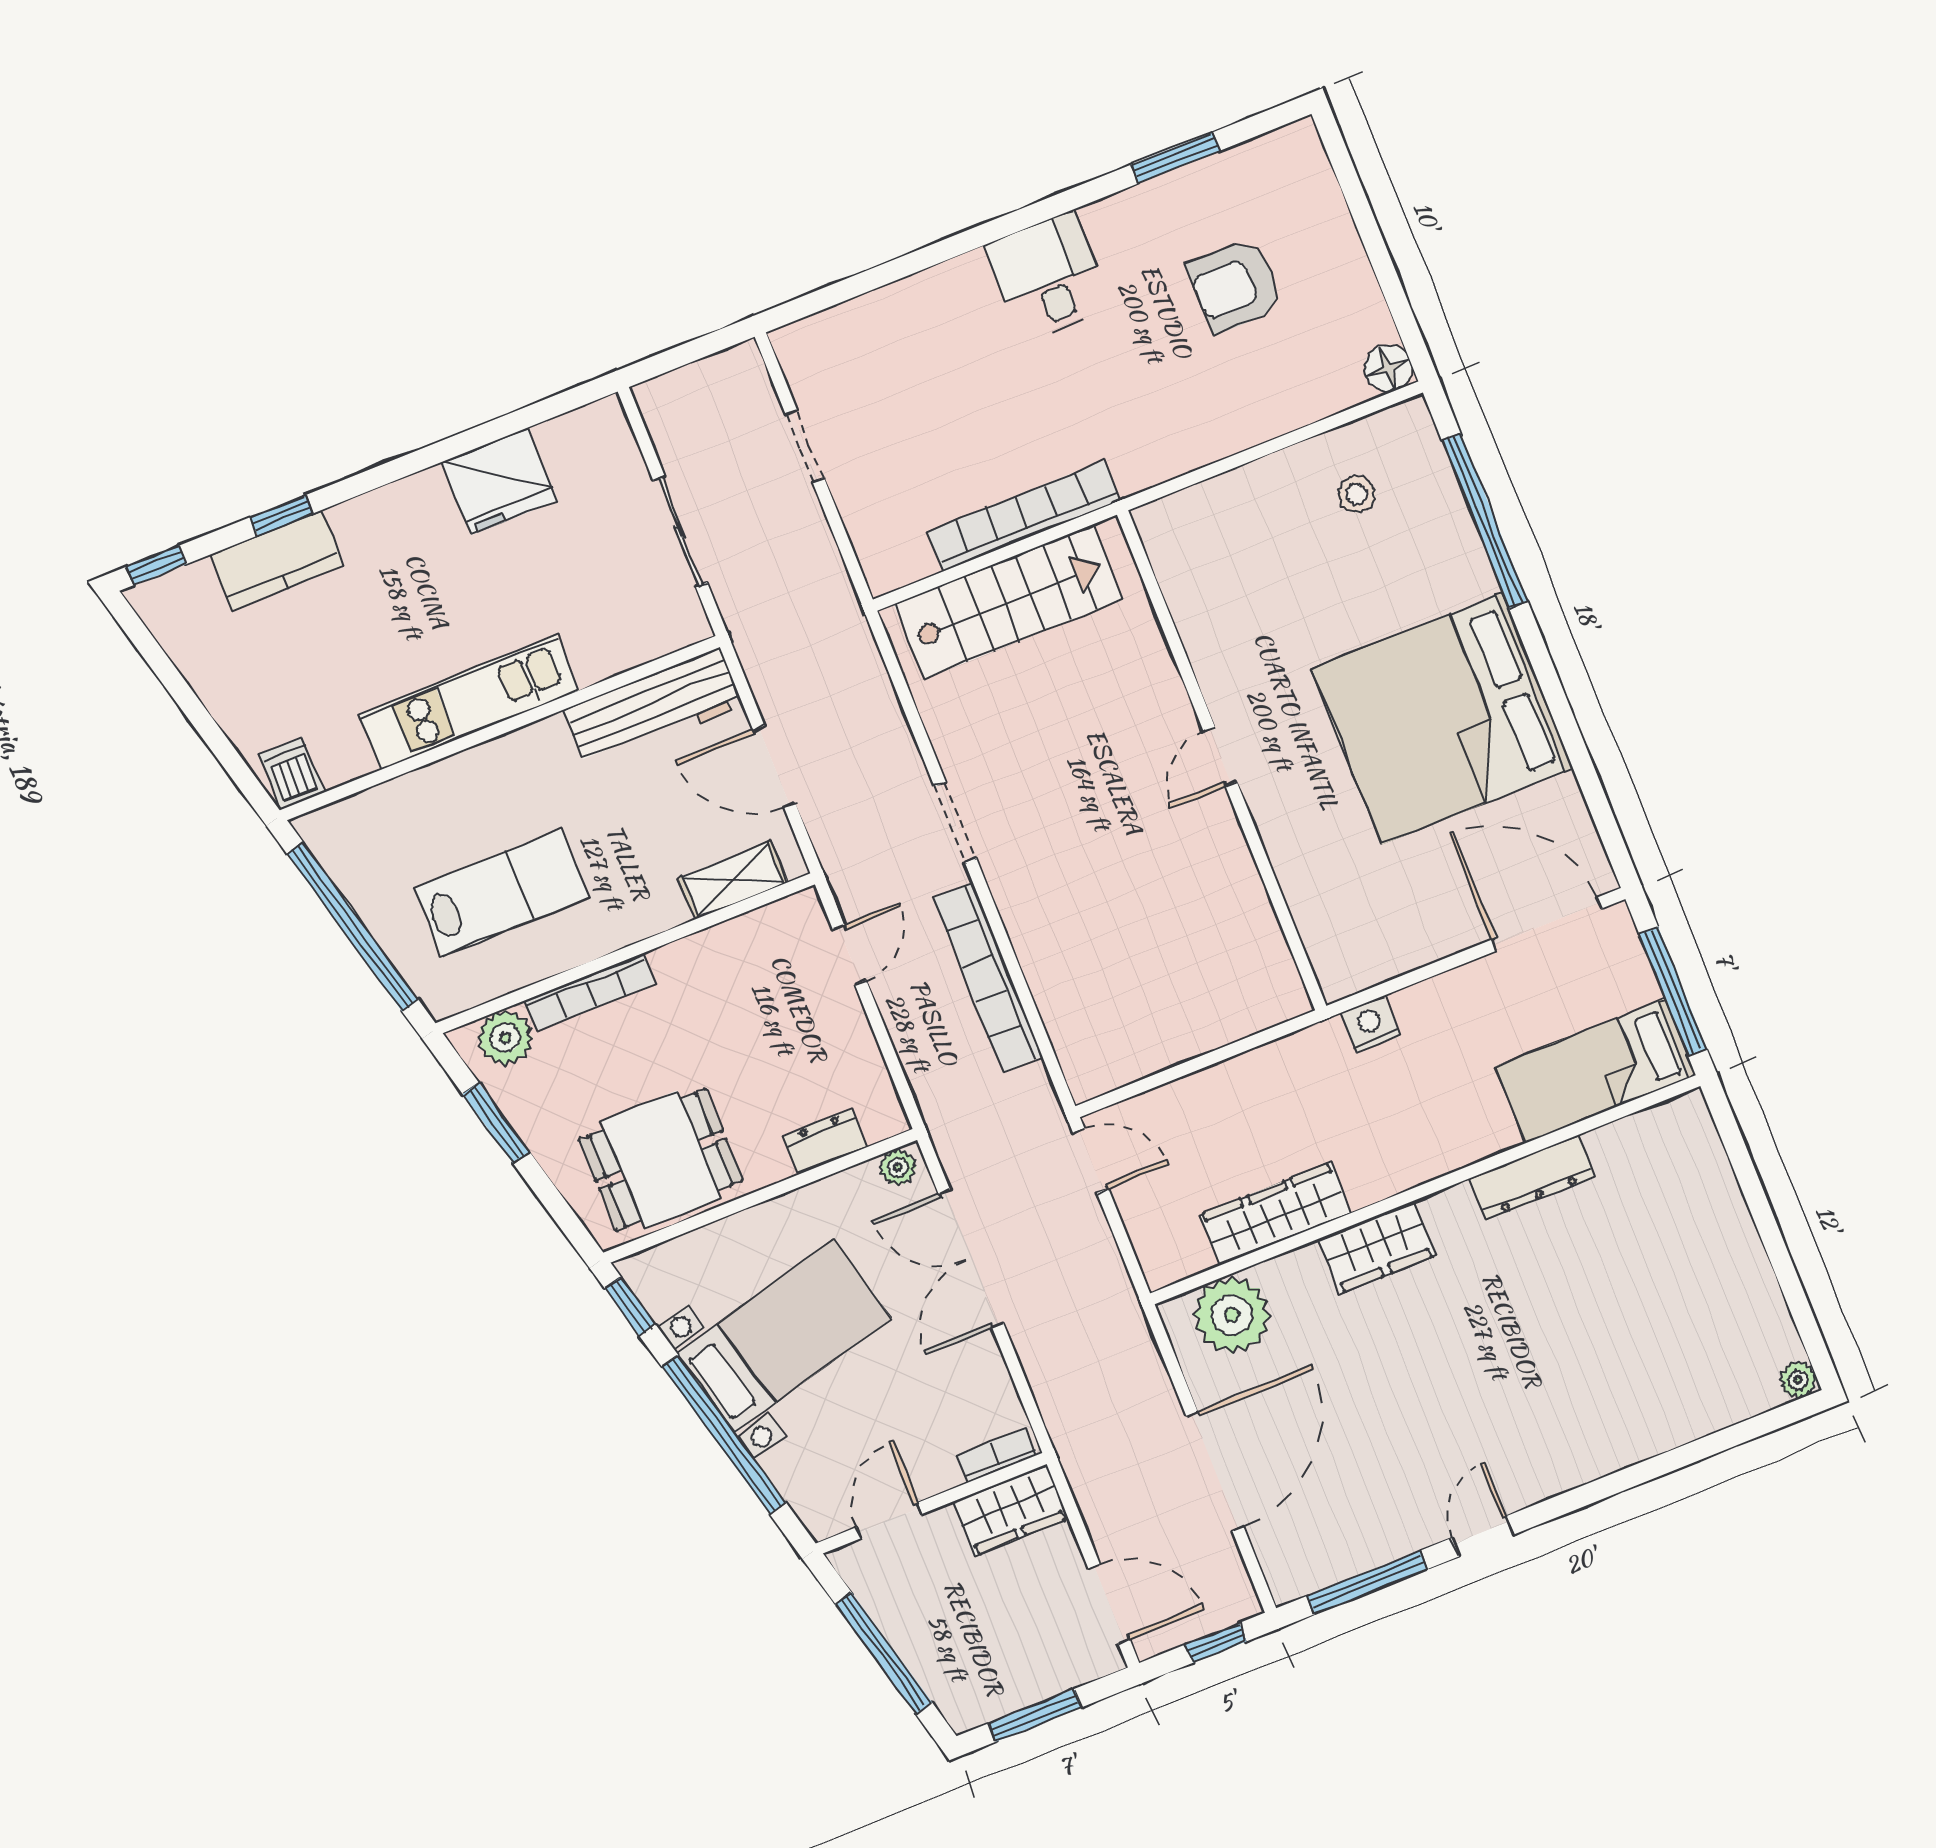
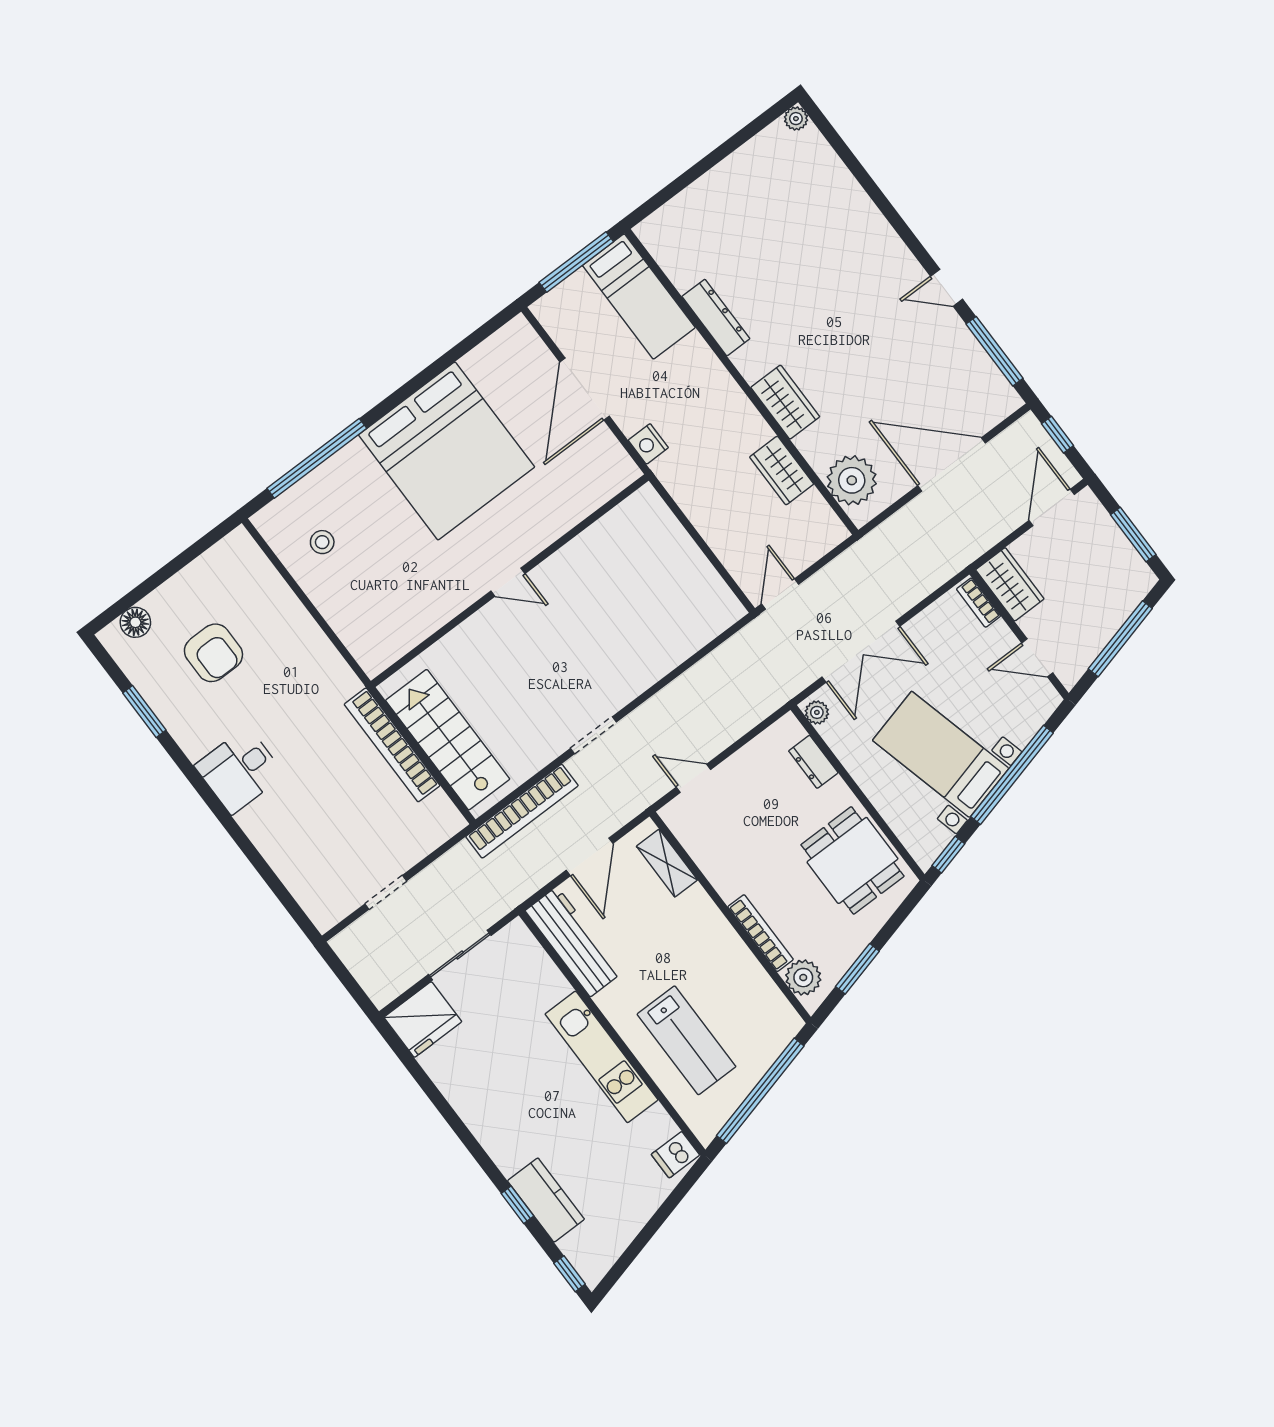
floor lamp: (1388, 368) -> (135, 622), moved
fridge: (500, 481) -> (423, 1020), moved, turned 90
lab bench: (502, 893) -> (686, 1040), moved, turned 180
door: (1546, 924) -> (584, 389), moved
bookcase: (988, 977) -> (522, 811), moved
wardrobe: (1276, 1214) -> (782, 470), width x0.67

